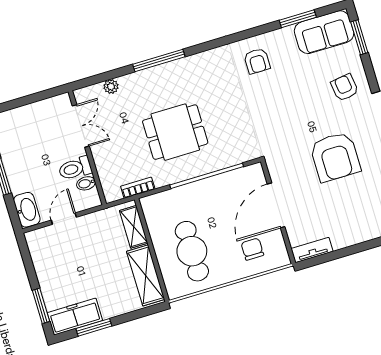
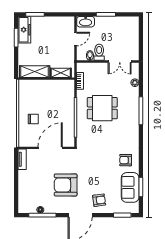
sofa: (324, 32) -> (130, 187), moved
dining table: (175, 132) -> (102, 108), turned 90
door: (276, 205) -> (50, 148), hinge flipped
door: (64, 219) -> (75, 39), hinge flipped
chair: (252, 249) -> (33, 119), moved
cafe table: (192, 251) -> (40, 99), removed

